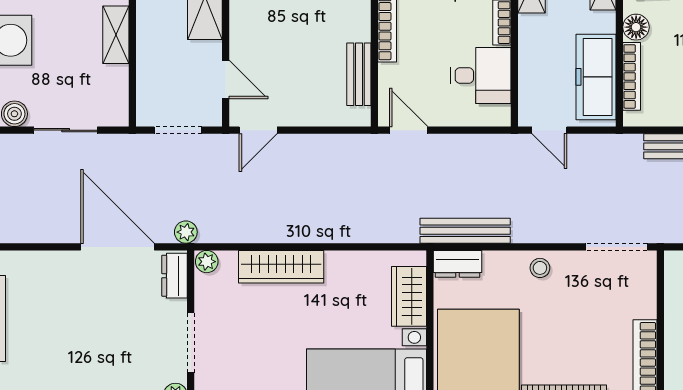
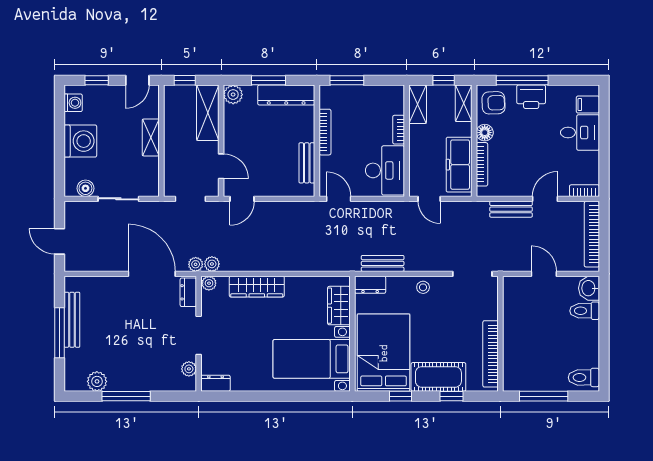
desk: (481, 76) -> (385, 170), width x1.37
bench: (465, 231) -> (383, 263), width x0.73
plant: (211, 232) -> (212, 264), added

